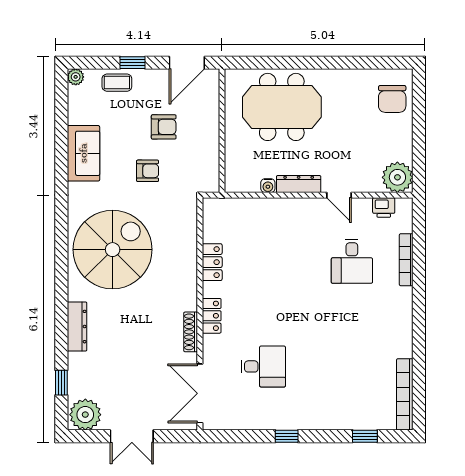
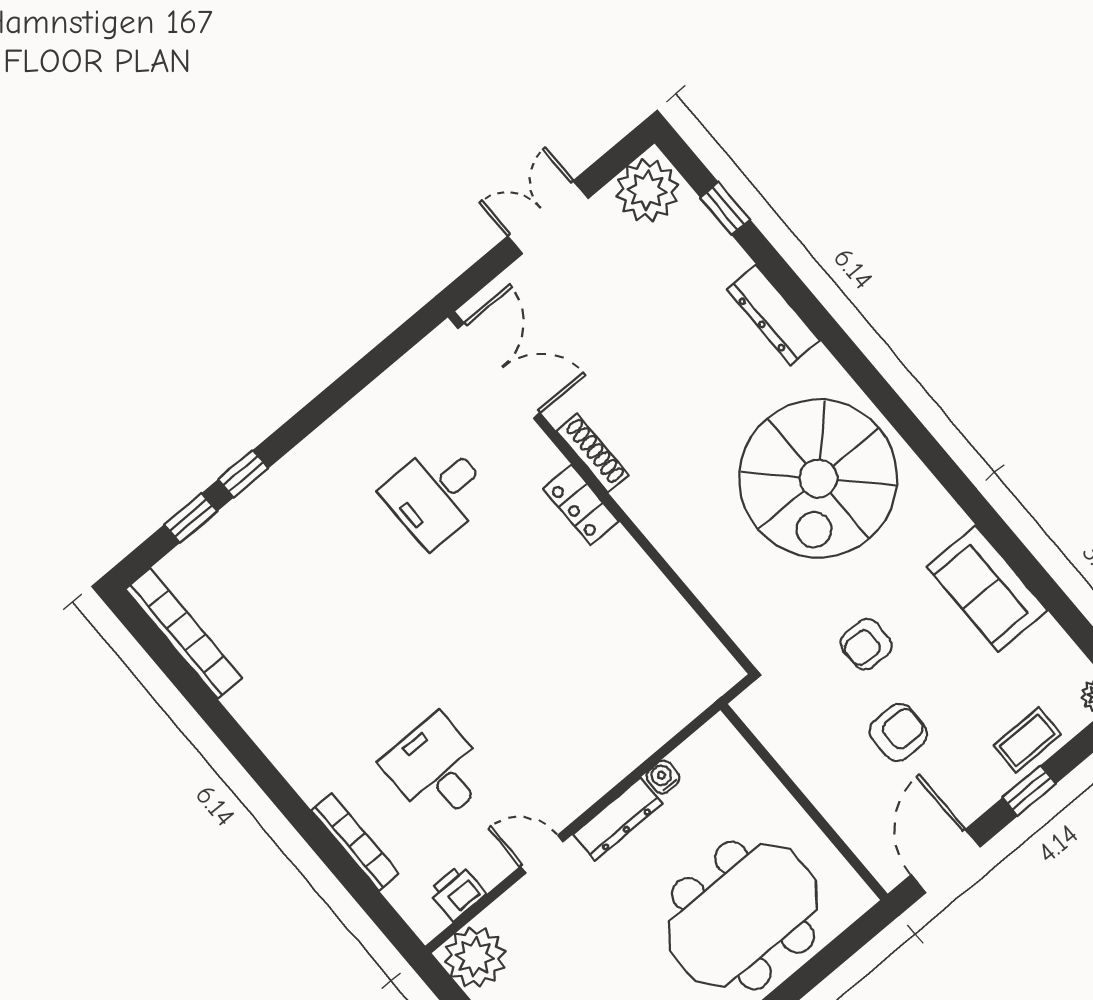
armchair: (164, 127) -> (898, 732), turned 180
locker: (212, 262) -> (650, 588), removed
window: (287, 436) -> (243, 474), moved

